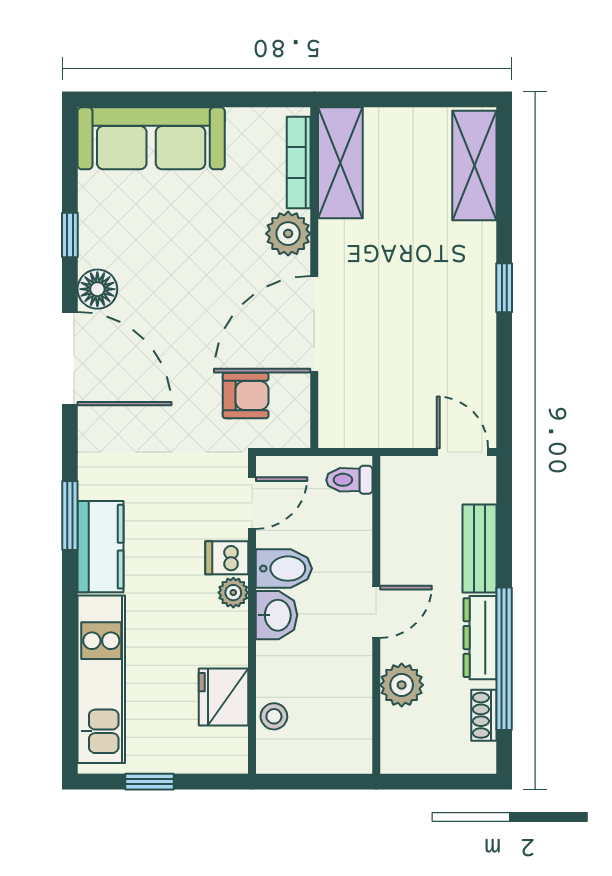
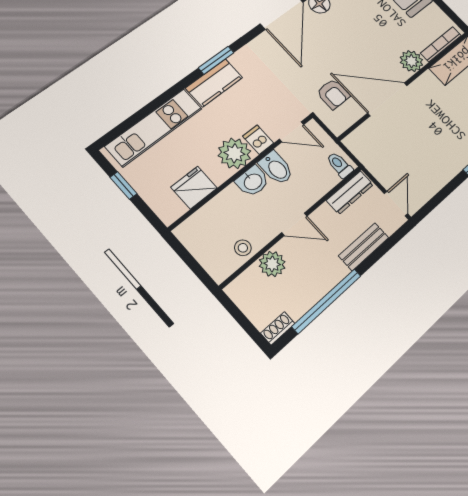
plant: (233, 593) -> (234, 153), width x1.88, depth x1.88
dresser: (480, 638) -> (350, 192), moved, turned 180
shoe rack: (484, 715) -> (278, 328), moved
stool: (274, 716) -> (243, 248), moved

